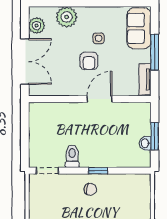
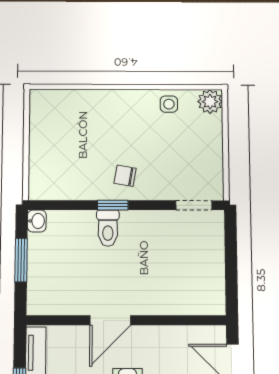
washbasin: (145, 143) -> (37, 221), moved
toilet: (72, 156) -> (108, 228), moved

